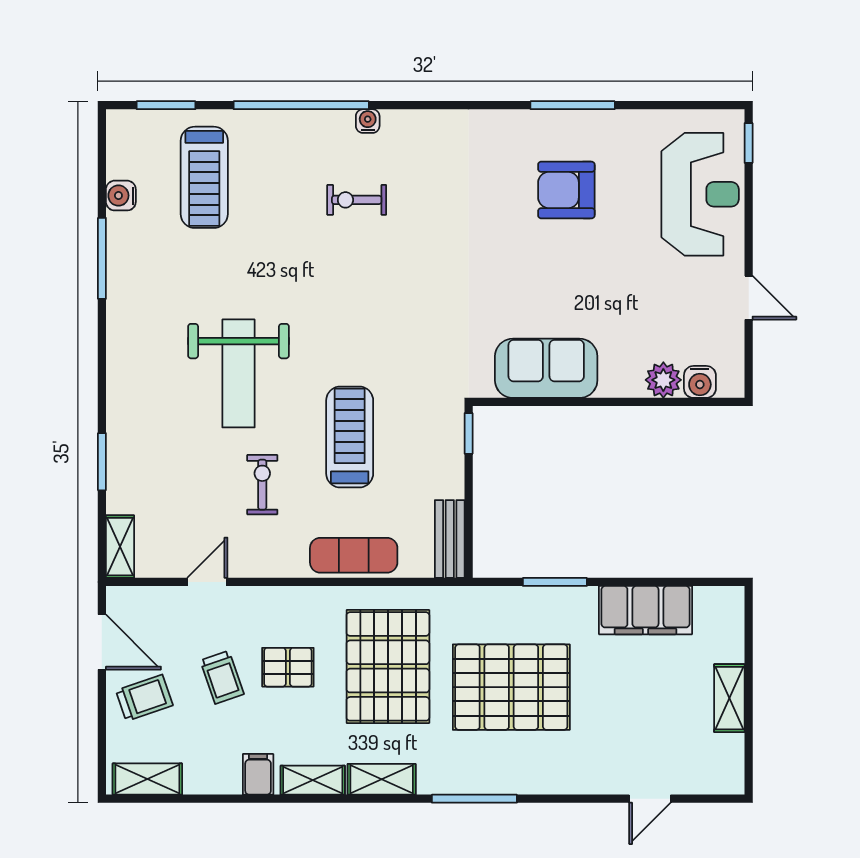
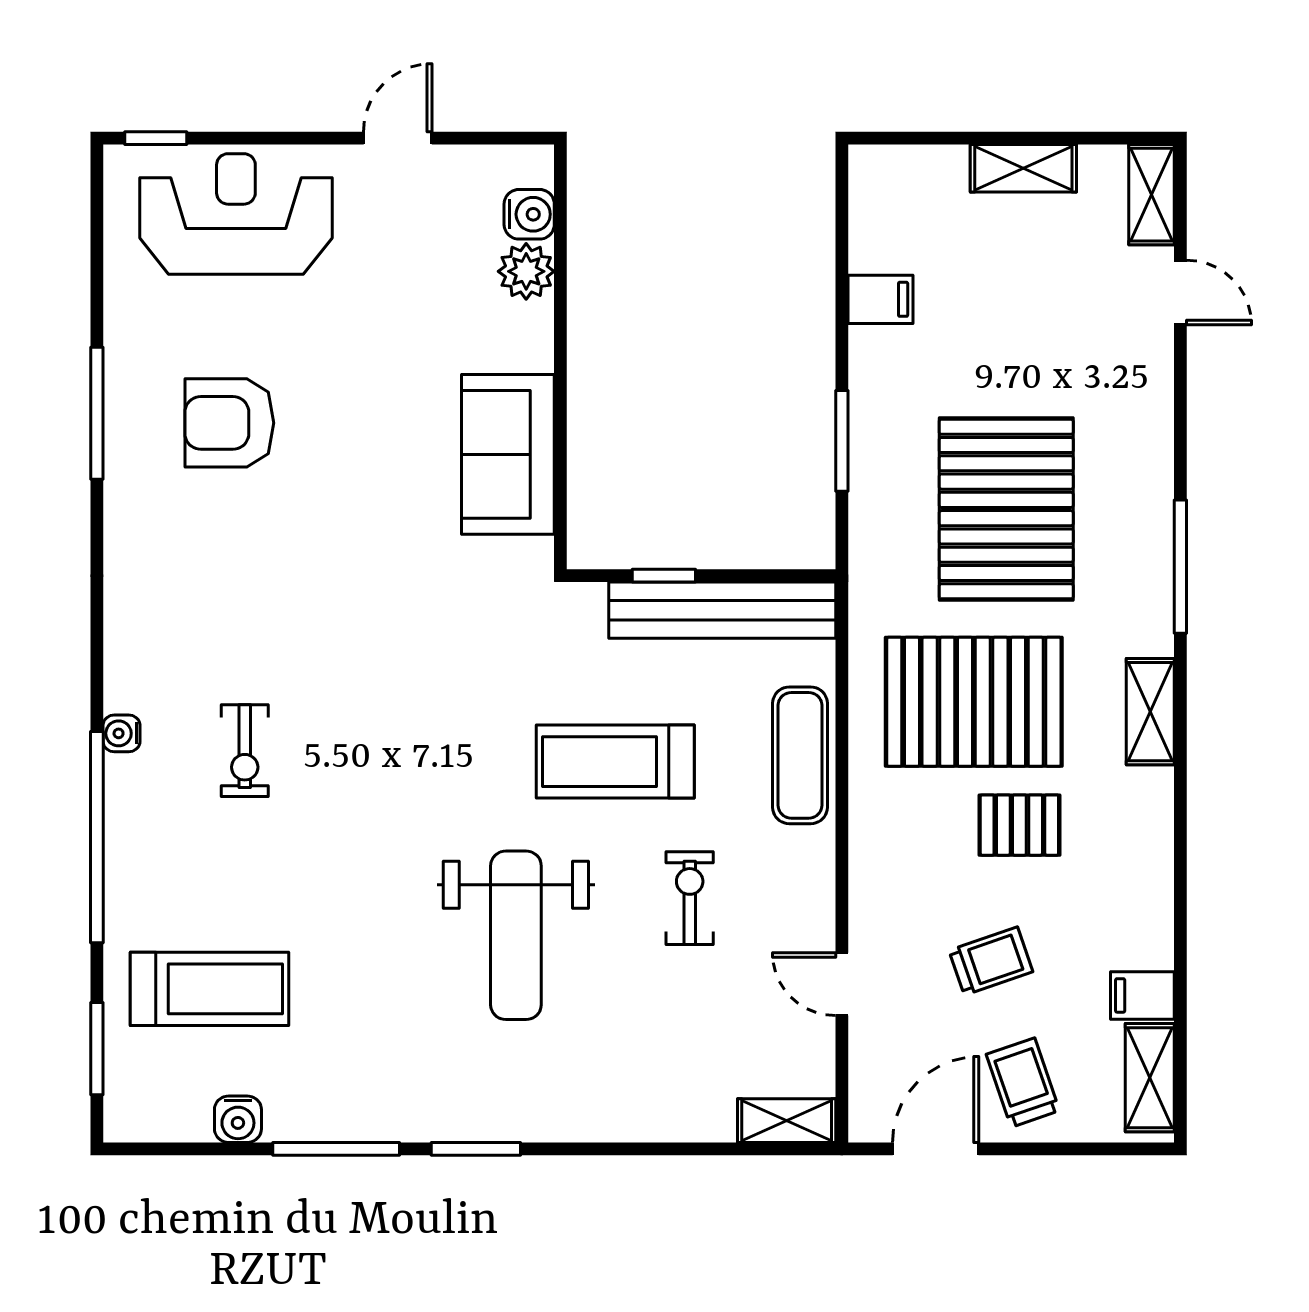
armchair: (566, 190) -> (229, 423), turned 90
weight bench: (238, 373) -> (516, 935), turned 90
window: (469, 433) -> (664, 576), moved
window: (102, 462) -> (476, 1149), moved
exercise bike: (262, 485) -> (690, 898), turned 90
bench: (450, 539) -> (722, 610), width x1.86, depth x1.21
filing cabinet: (645, 610) -> (880, 299), width x0.33, depth x0.86
pallet: (288, 667) -> (1019, 825), moved, turned 90
filing cabinet: (258, 774) -> (1142, 995), moved
shelving: (313, 780) -> (1152, 195), moved

